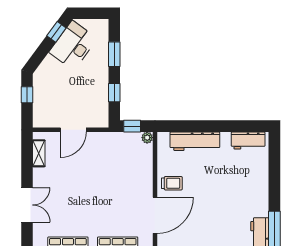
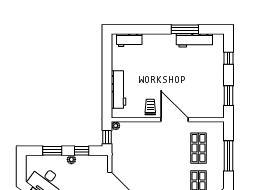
plant: (103, 79) -> (71, 160), added
workbench: (248, 141) -> (129, 40), moved, turned 90

